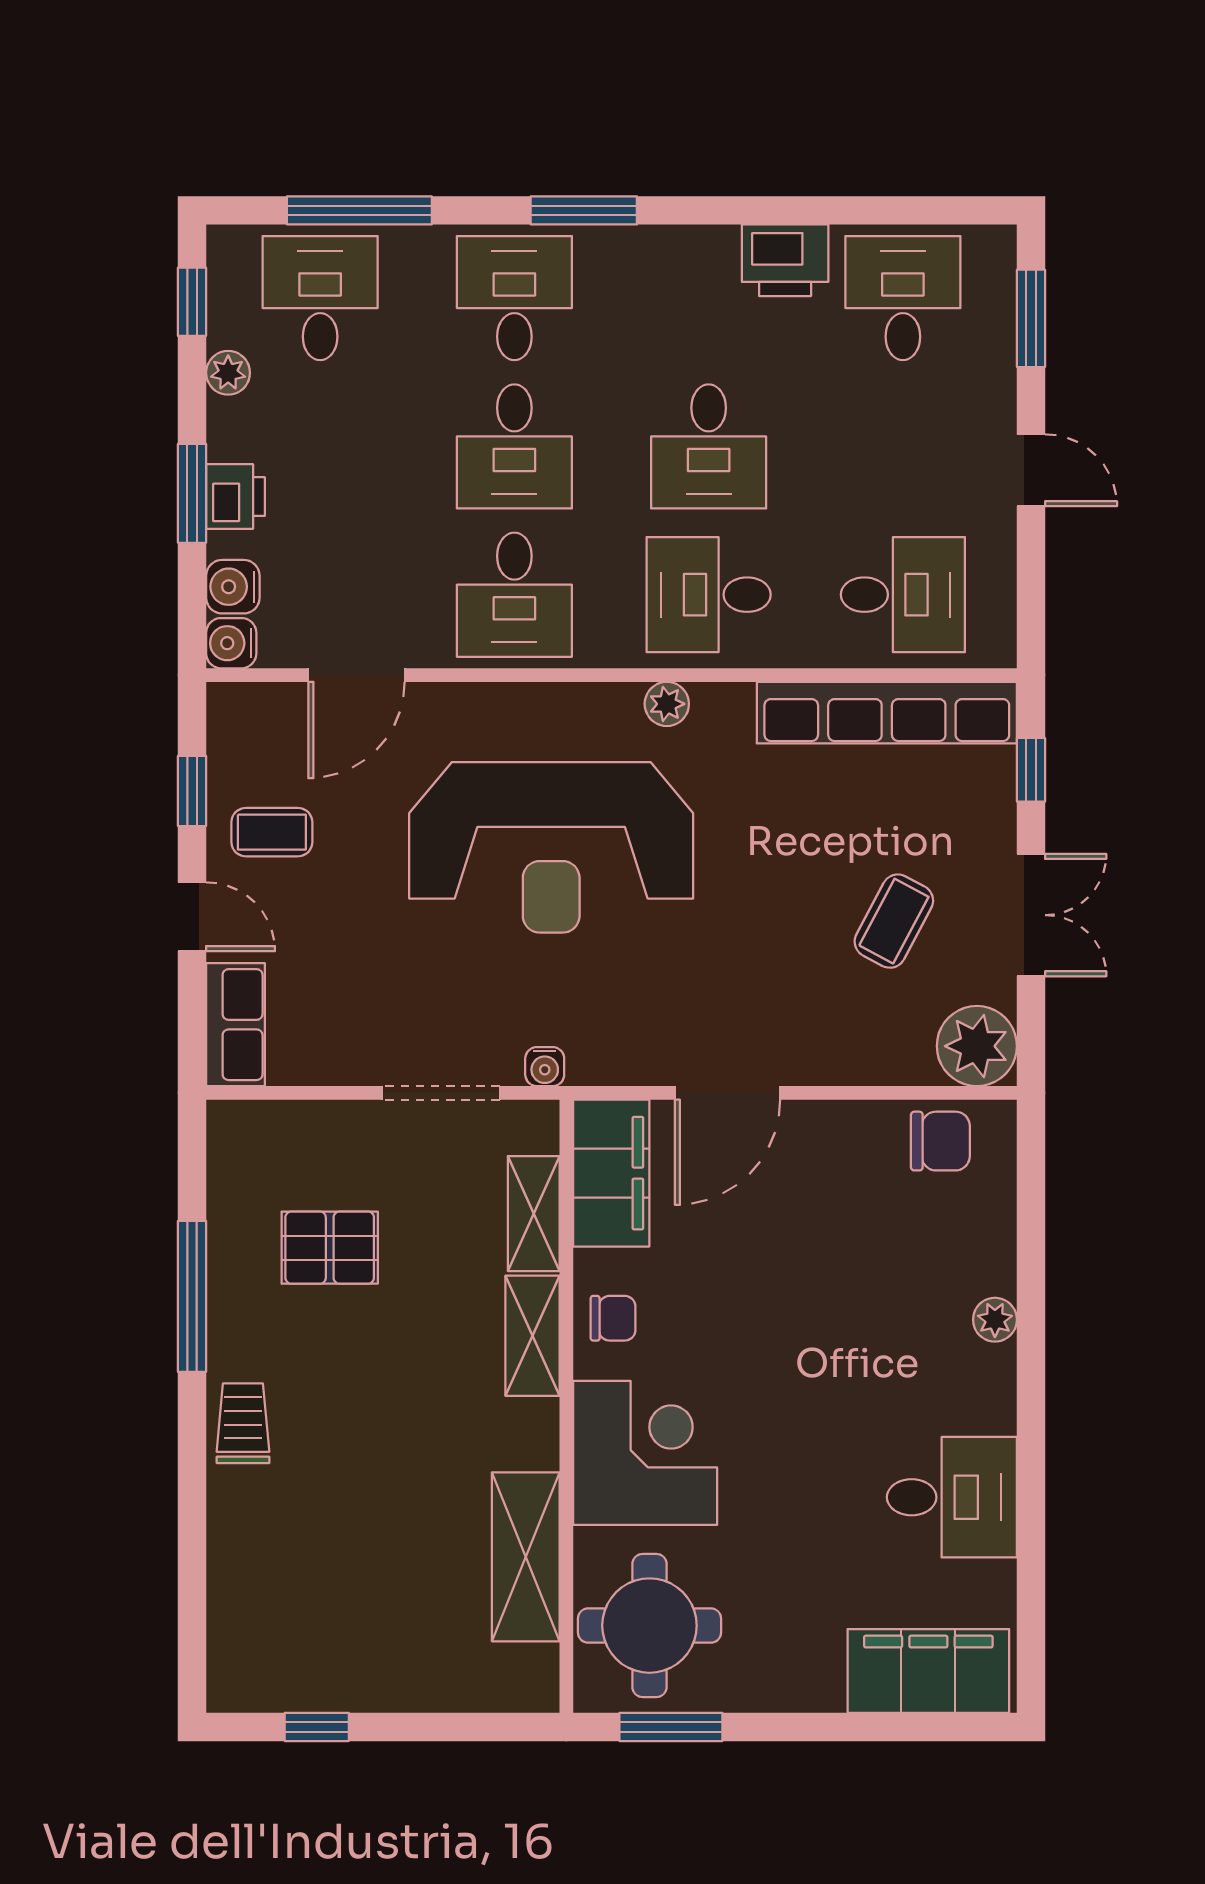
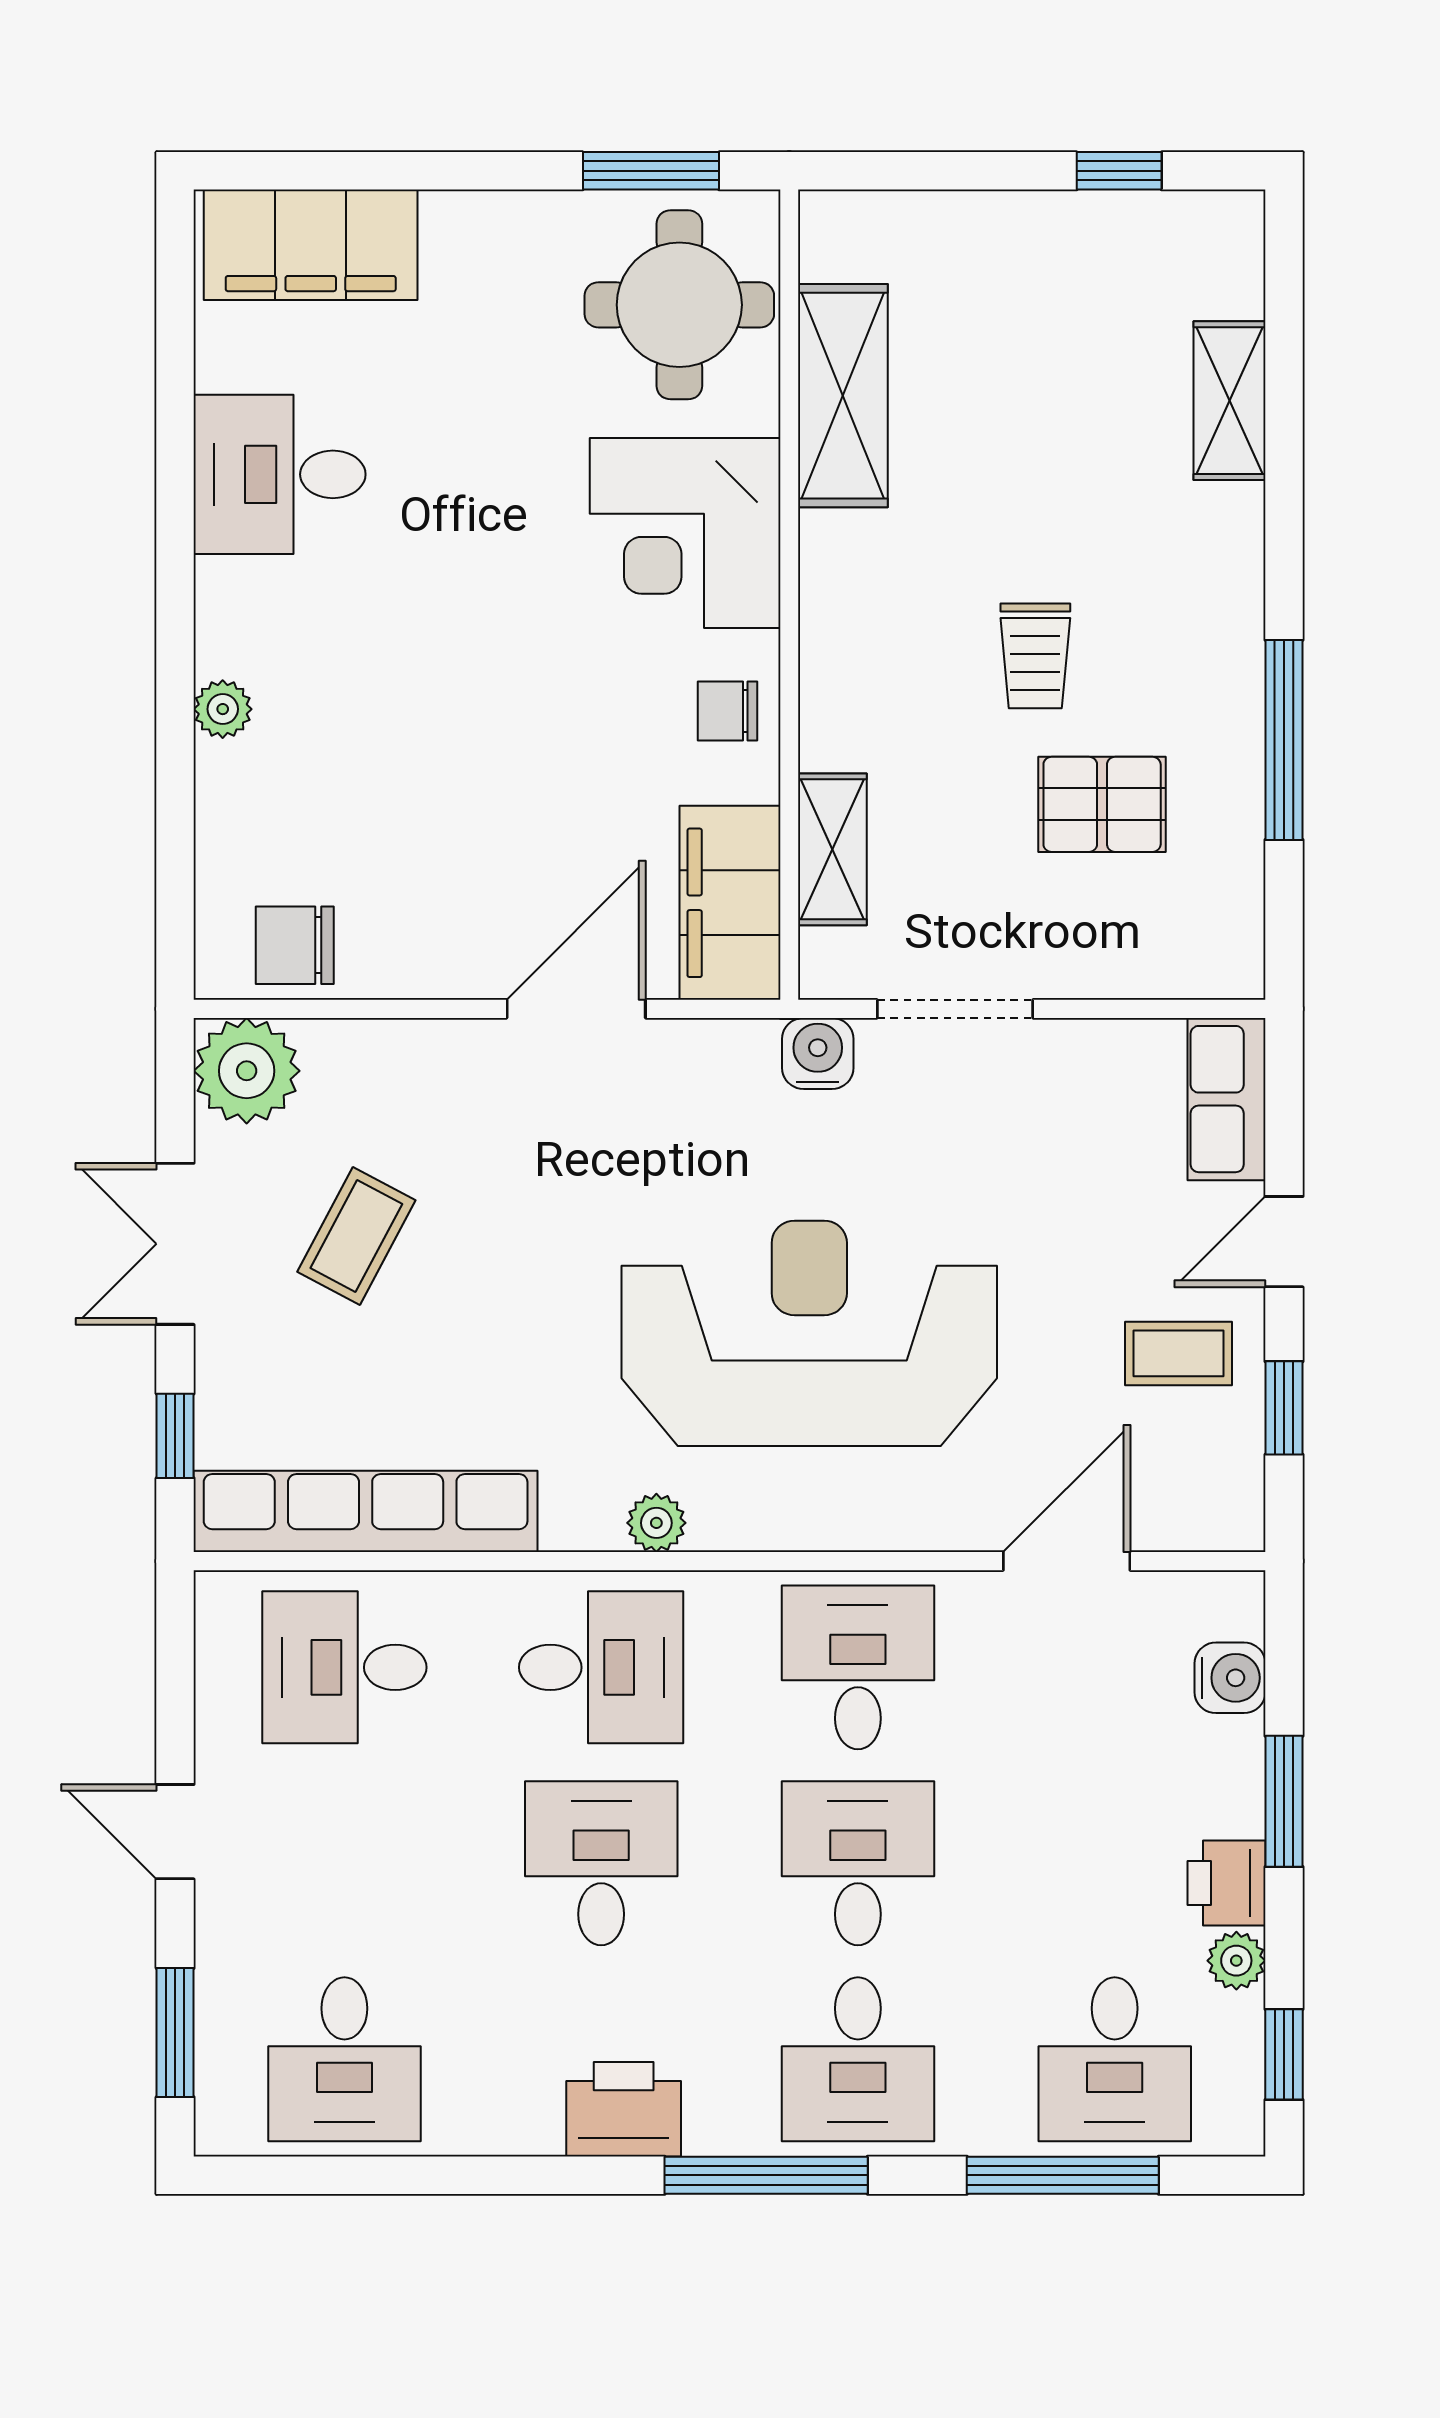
window: (584, 210) -> (766, 2175), width x1.44
printer: (785, 260) -> (624, 2109), moved
printer: (235, 497) -> (1227, 1883), moved
water cooler: (231, 643) -> (1232, 1603), removed
door: (192, 917) -> (1284, 1242), hinge flipped
water cooler: (545, 1067) -> (818, 1053), width x1.38, depth x1.38
shelving: (532, 1336) -> (1230, 401), moved
trolley: (243, 1423) -> (1035, 656), moved

